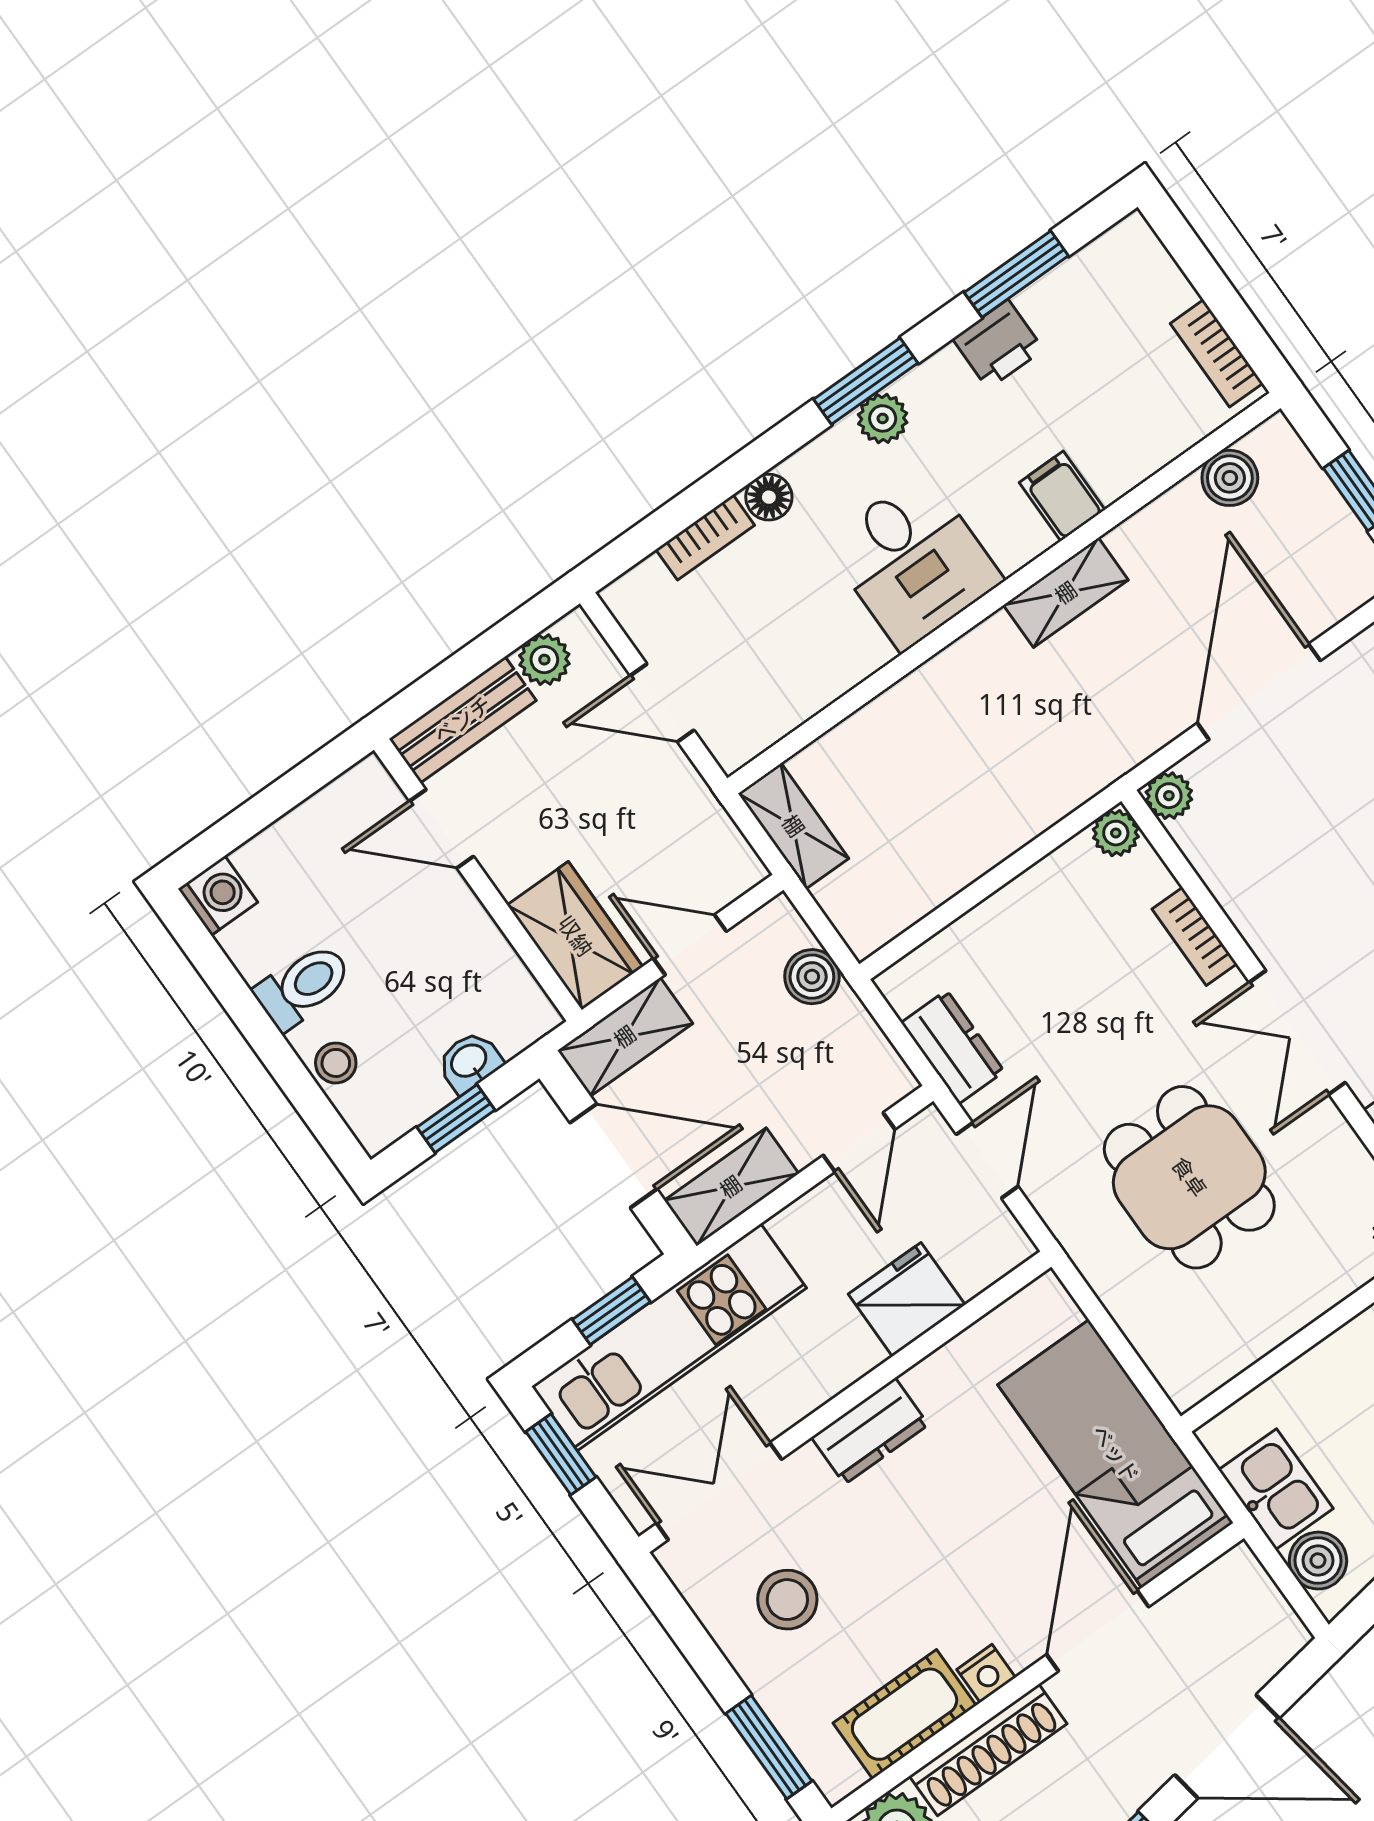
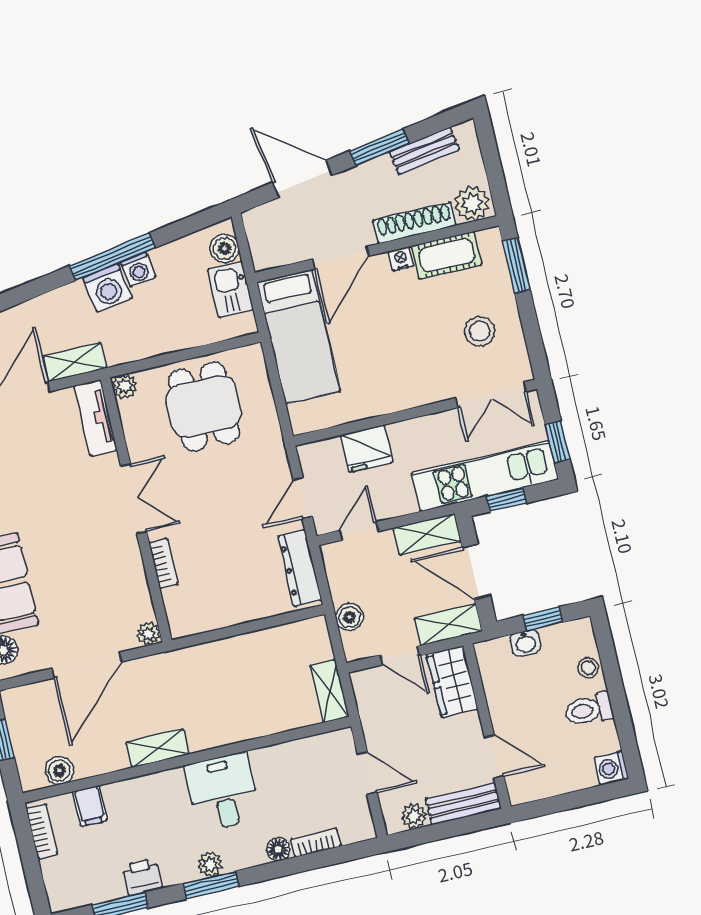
filing cabinet: (1062, 496) -> (90, 806), moved
plant: (1116, 833) -> (180, 626), removed
dresser: (953, 1047) -> (300, 568), width x1.44
dining table: (1189, 1177) -> (204, 407), moved
dresser: (870, 1431) -> (409, 394), removed

